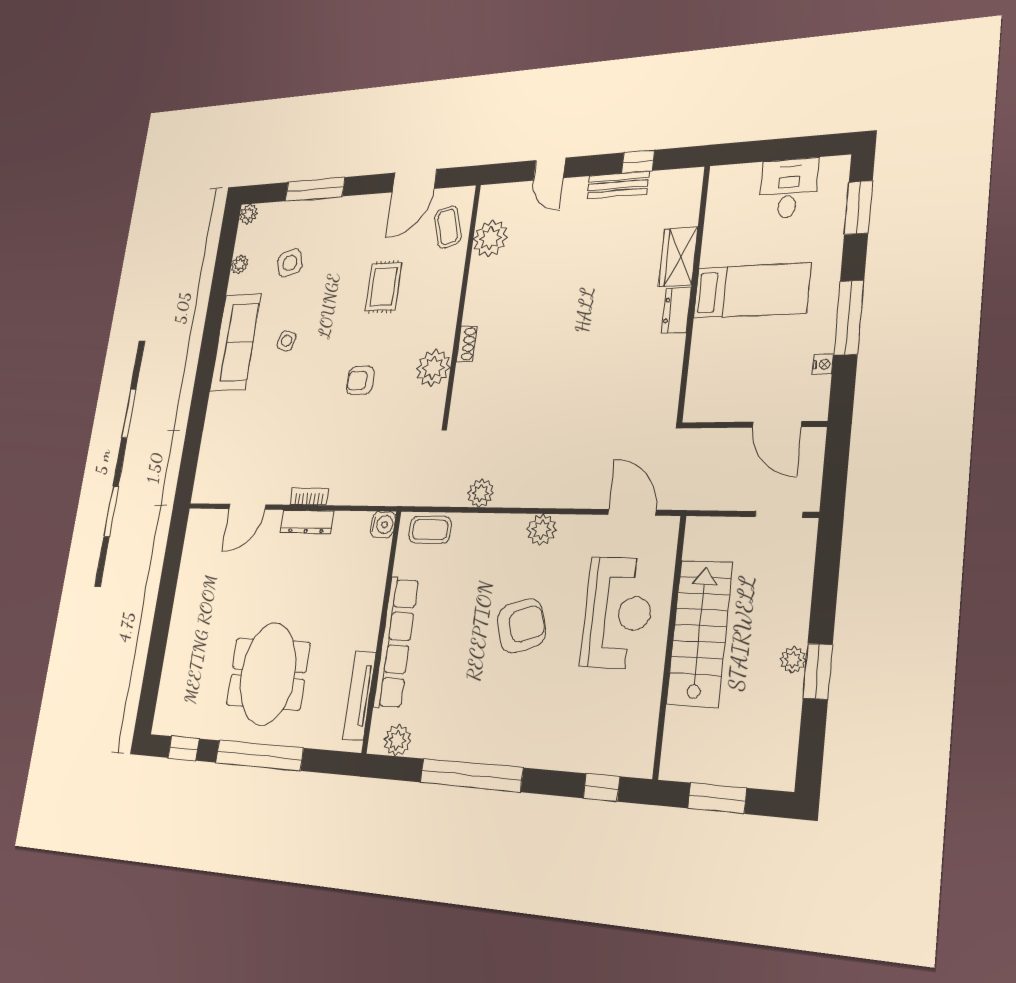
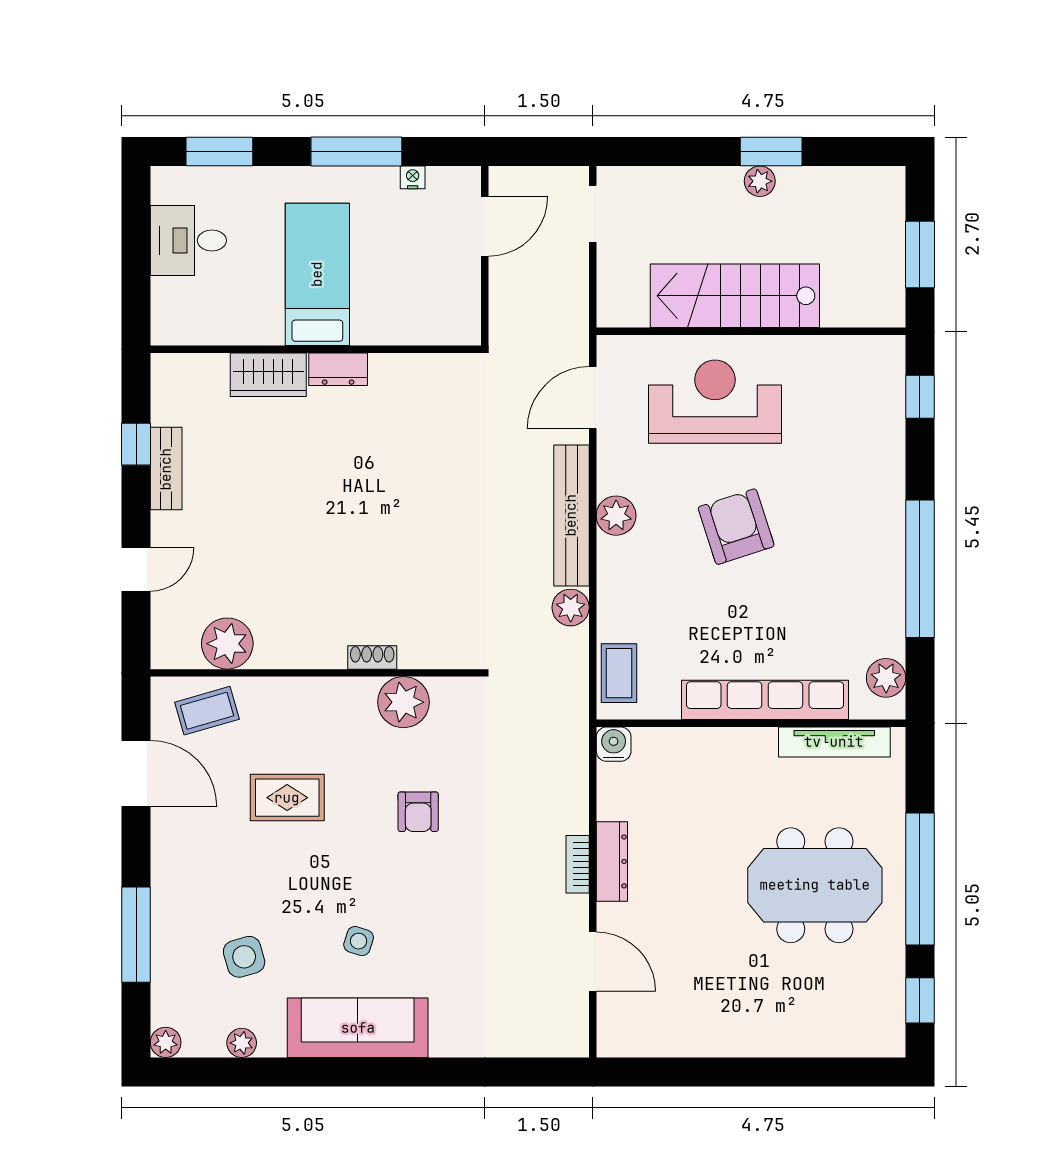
bench: (546, 494) -> (571, 515), added

